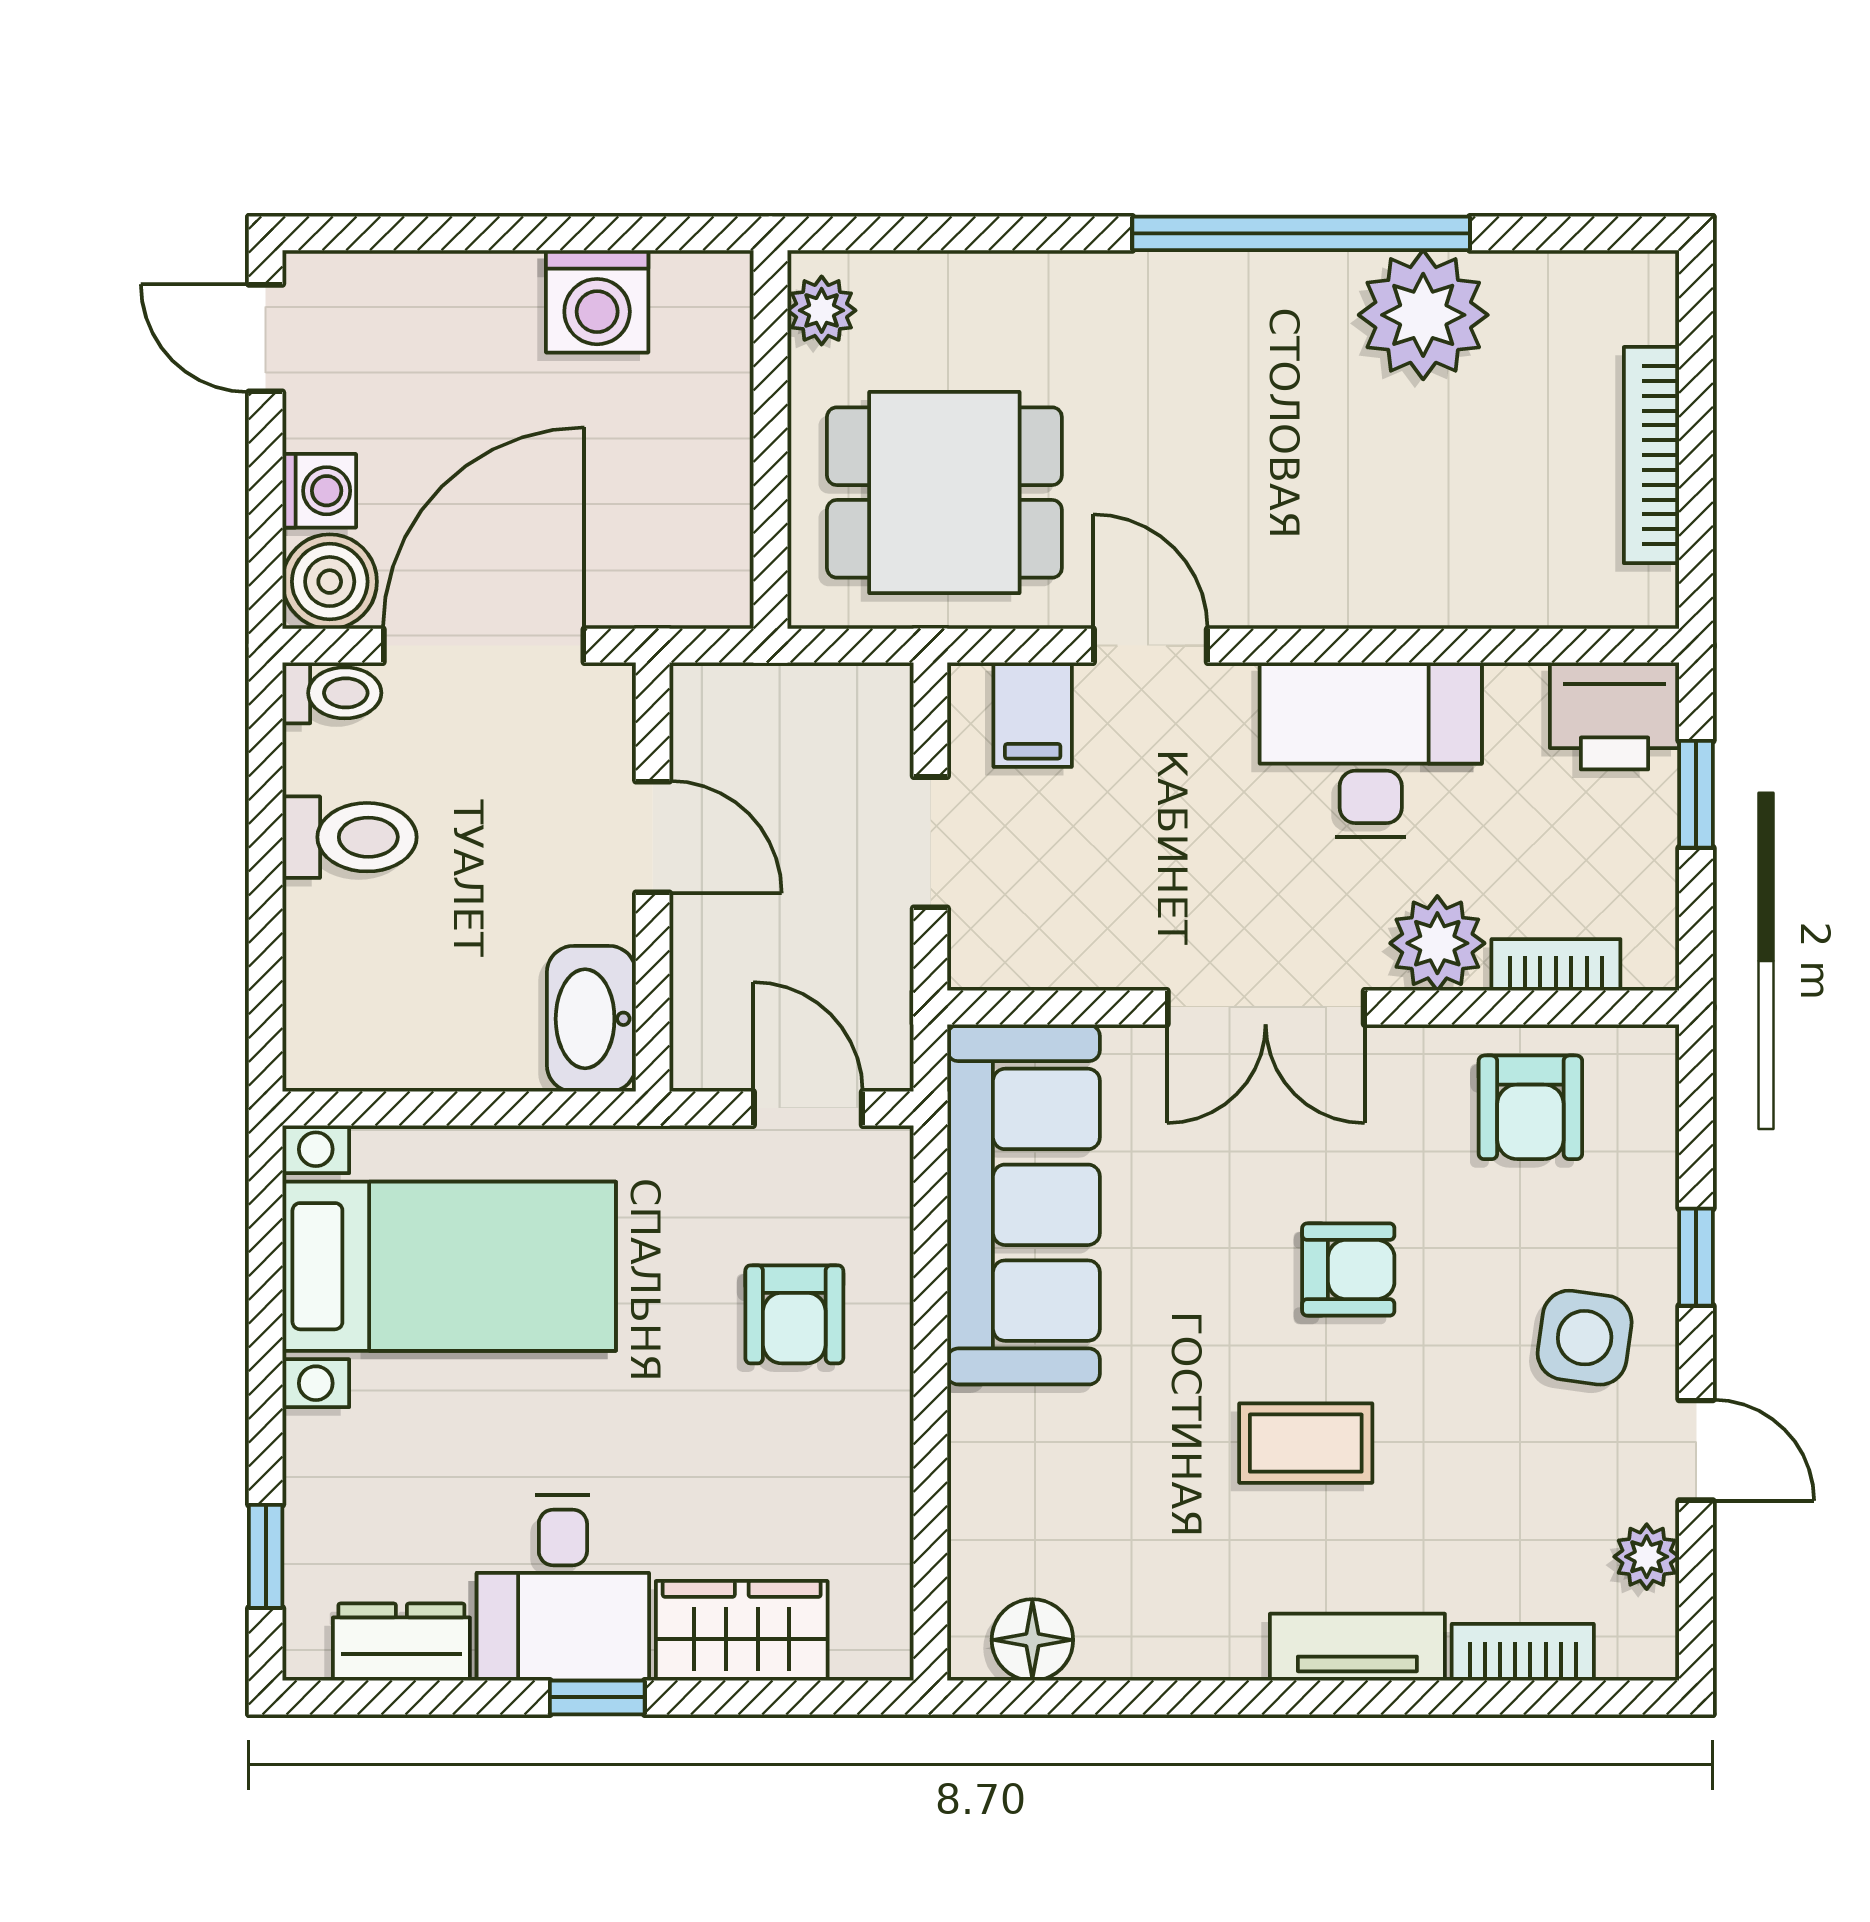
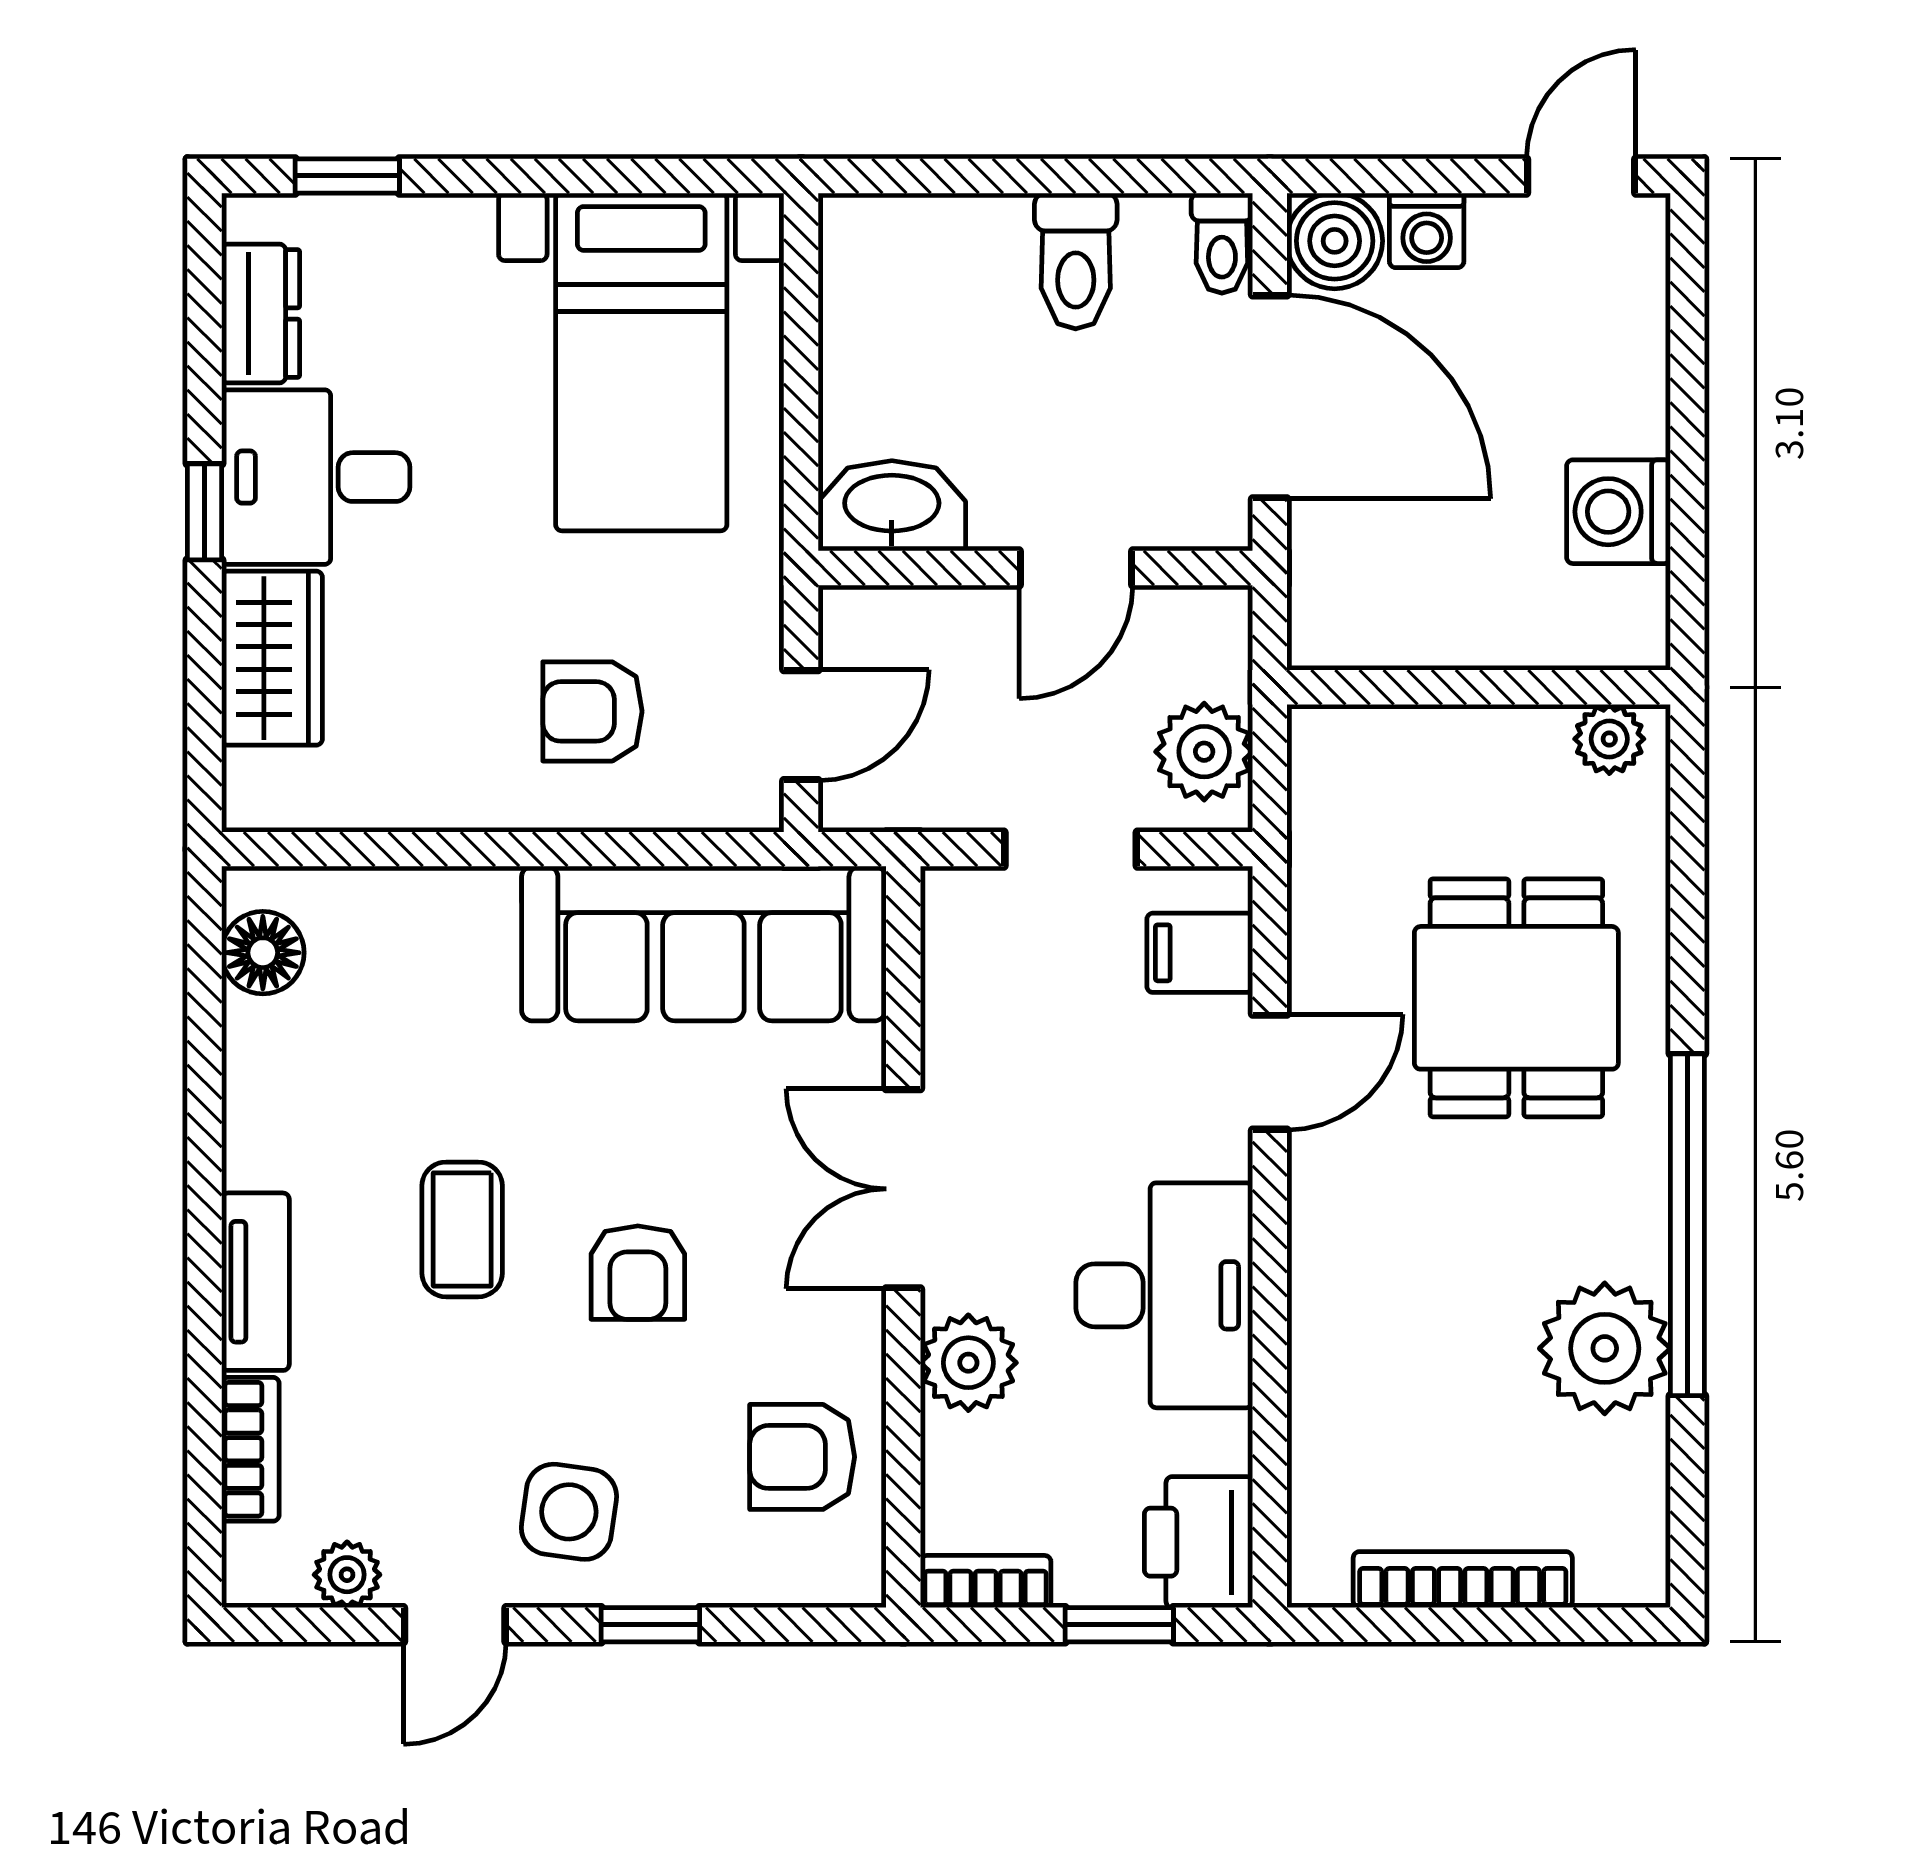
dining table: (944, 493) -> (1516, 998), moved
plant: (834, 710) -> (1204, 752), added
bookcase: (1556, 965) -> (986, 1582), moved, turned -90

